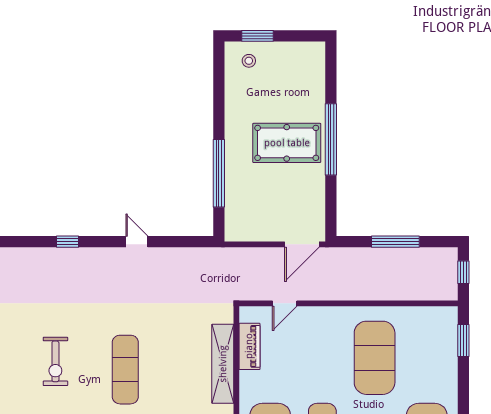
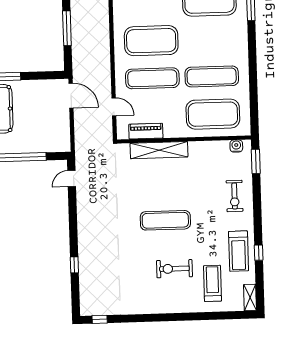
door: (137, 242) -> (72, 179), moved
exercise mat: (322, 358) -> (152, 78), added
exercise bike: (55, 361) -> (174, 269), moved, turned 180

